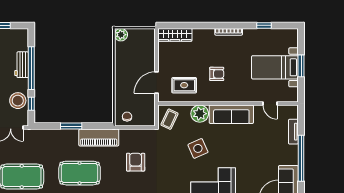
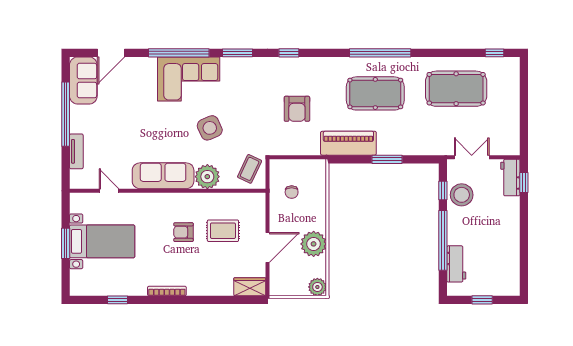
wardrobe: (175, 35) -> (250, 287), width x0.67
workbench: (22, 65) -> (456, 264), moved
plant: (124, 65) -> (314, 244), added
door: (157, 83) -> (268, 247), moved
rug: (184, 85) -> (223, 231), moved
chair: (127, 117) -> (292, 192), moved

